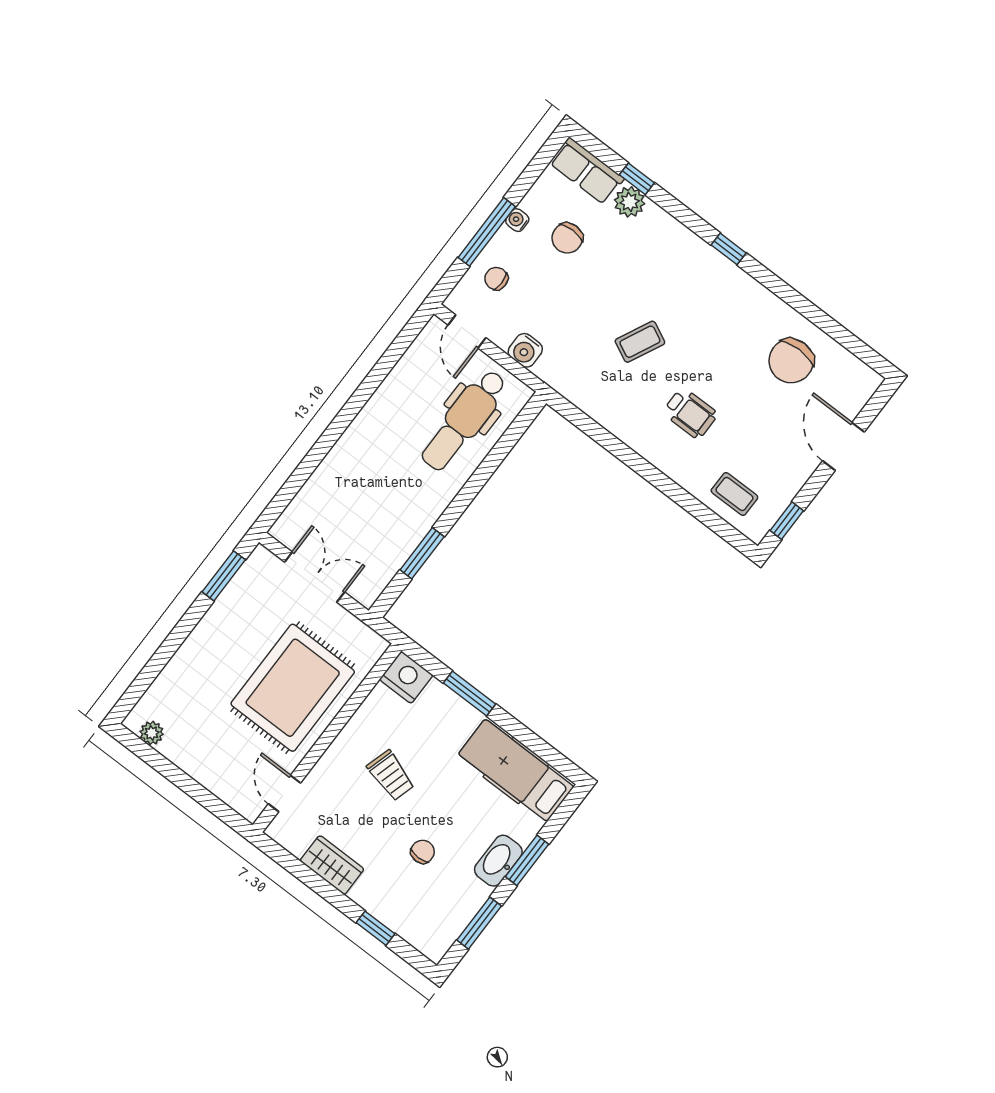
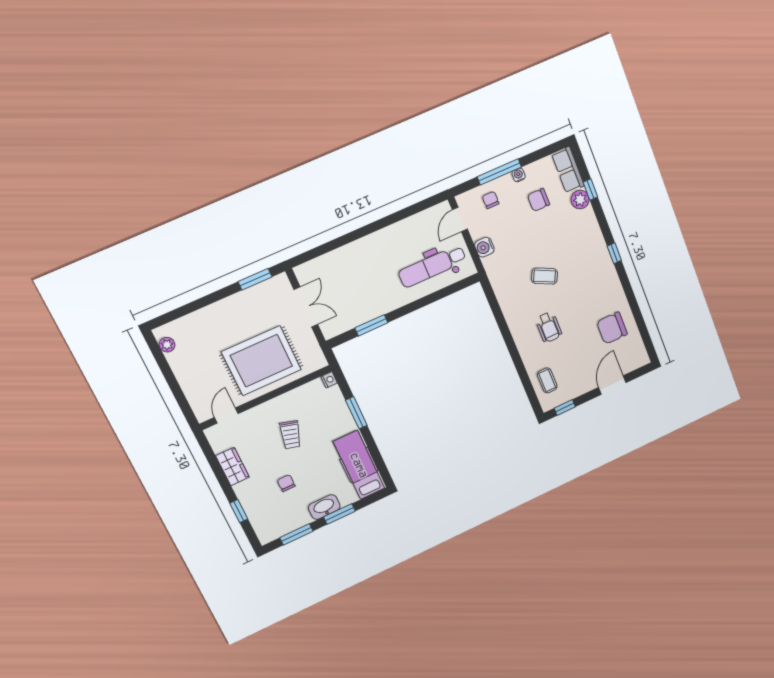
nightstand: (406, 677) -> (329, 380), width x0.53, depth x0.56
chair: (423, 852) -> (286, 483), turned -90

